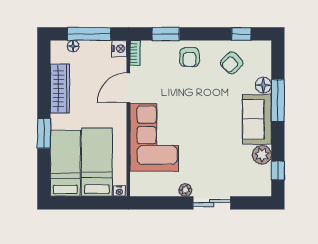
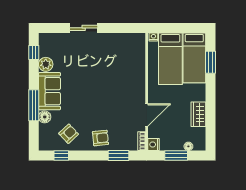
window: (89, 34) -> (176, 156), width x0.69
armchair: (190, 57) -> (100, 138), turned 84
wardrobe: (60, 89) -> (198, 114), width x0.67
window: (44, 133) -> (210, 62), moved
corner sofa: (154, 137) -> (127, 77), removed
plant: (185, 190) -> (104, 38), removed

